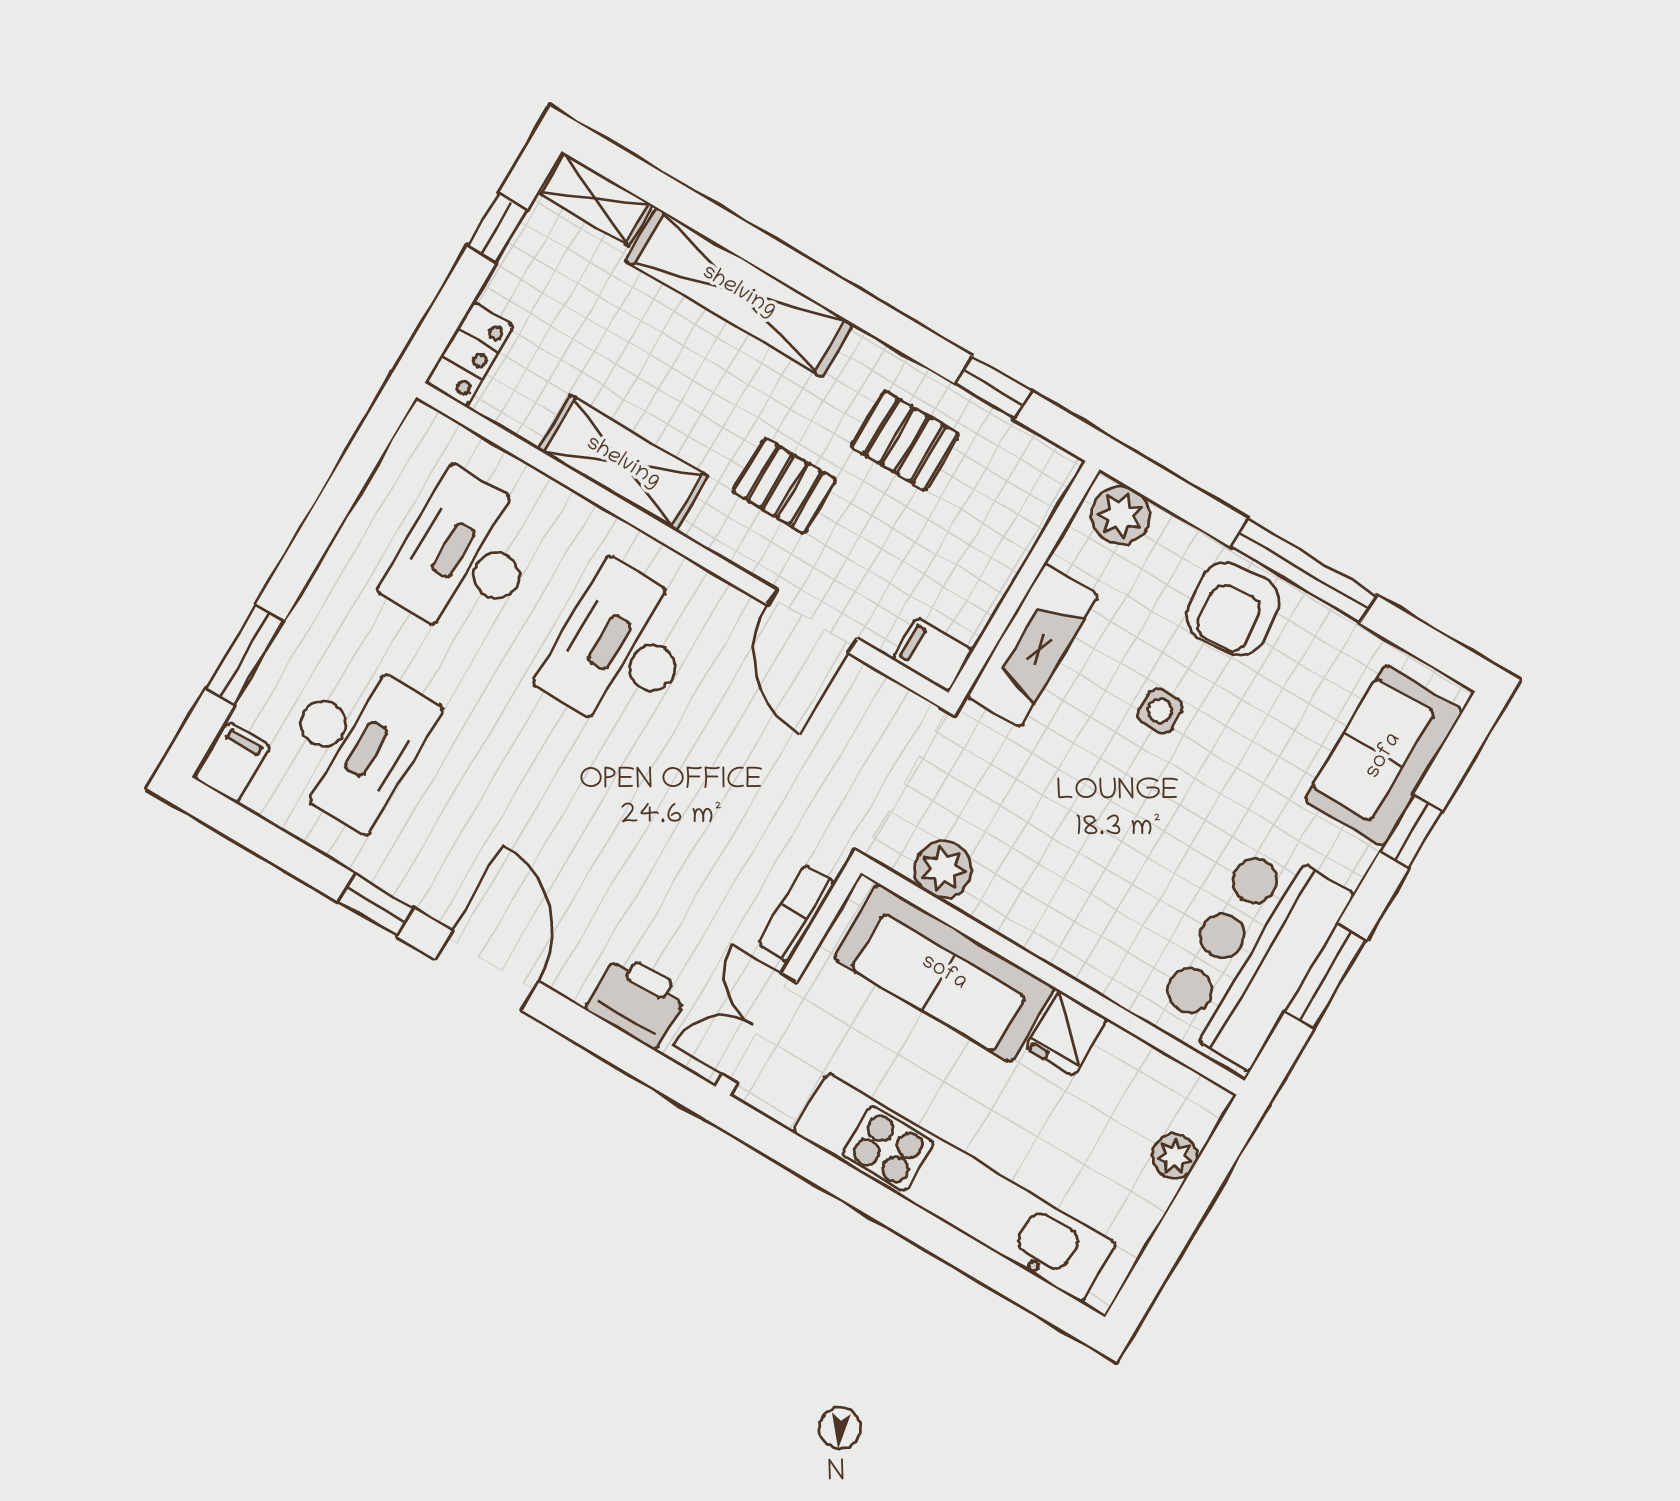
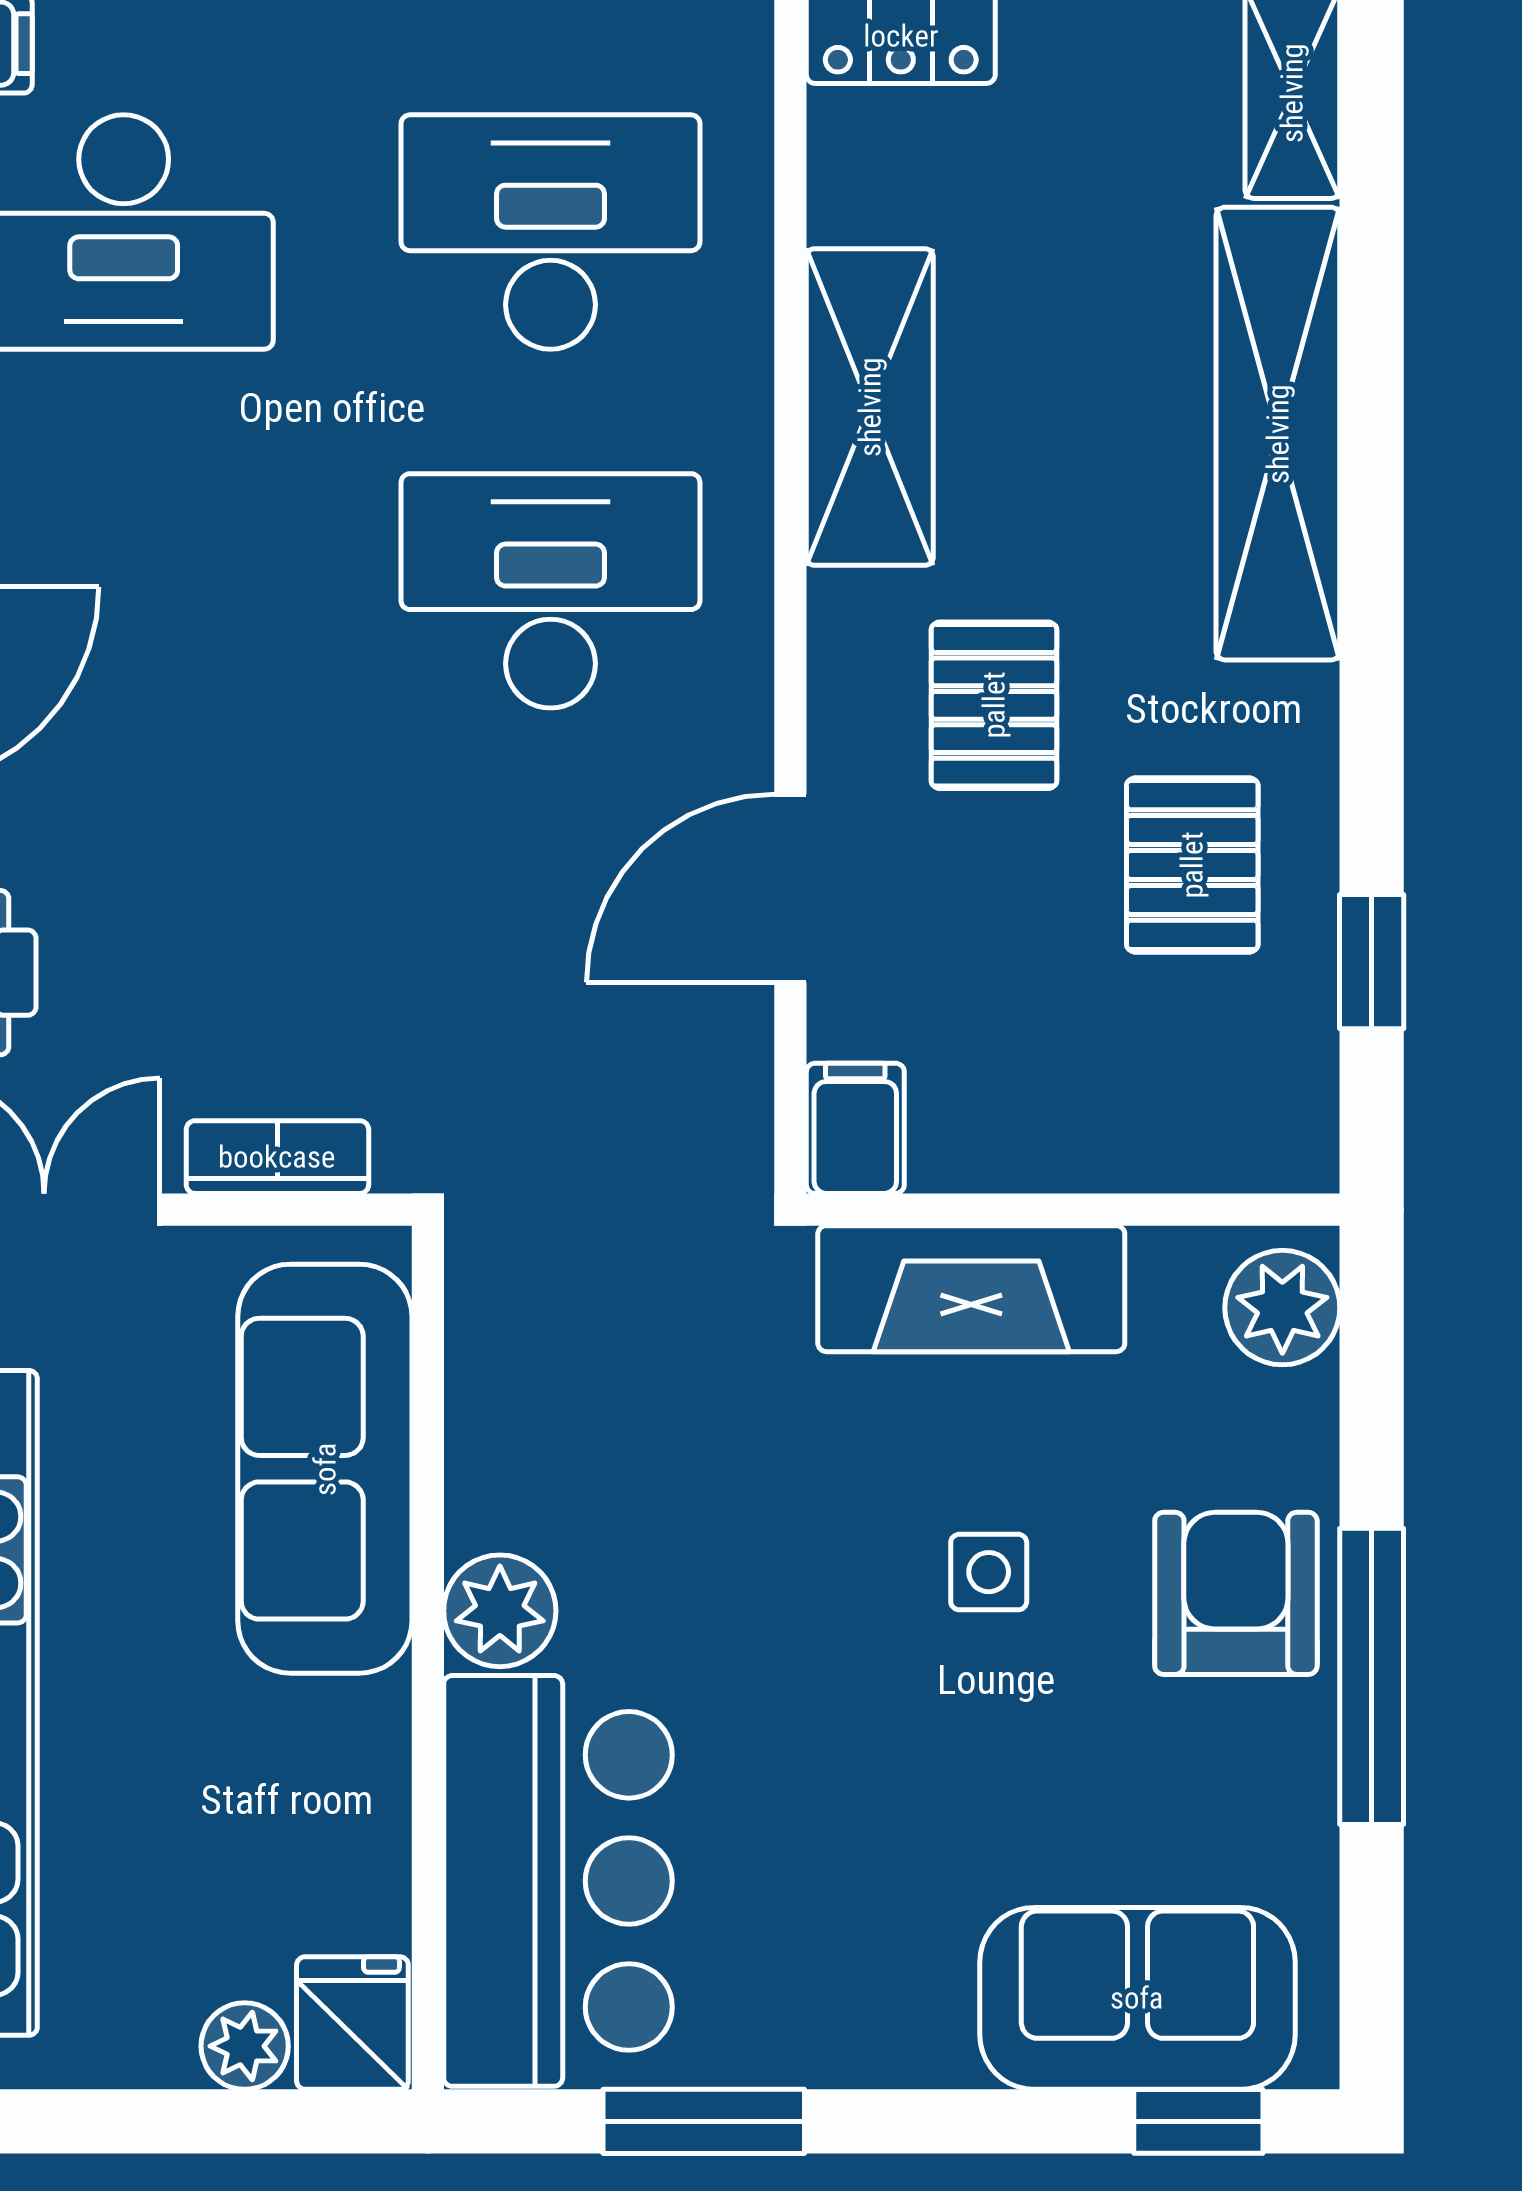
armchair: (1233, 609) -> (1236, 1593), turned 95
window: (1411, 831) -> (1198, 2121), moved
plant: (943, 869) -> (500, 1611), moved
bar counter: (1253, 954) -> (558, 1881), moved, turned 90
fridge: (1067, 1033) -> (352, 2023), moved, turned 90

